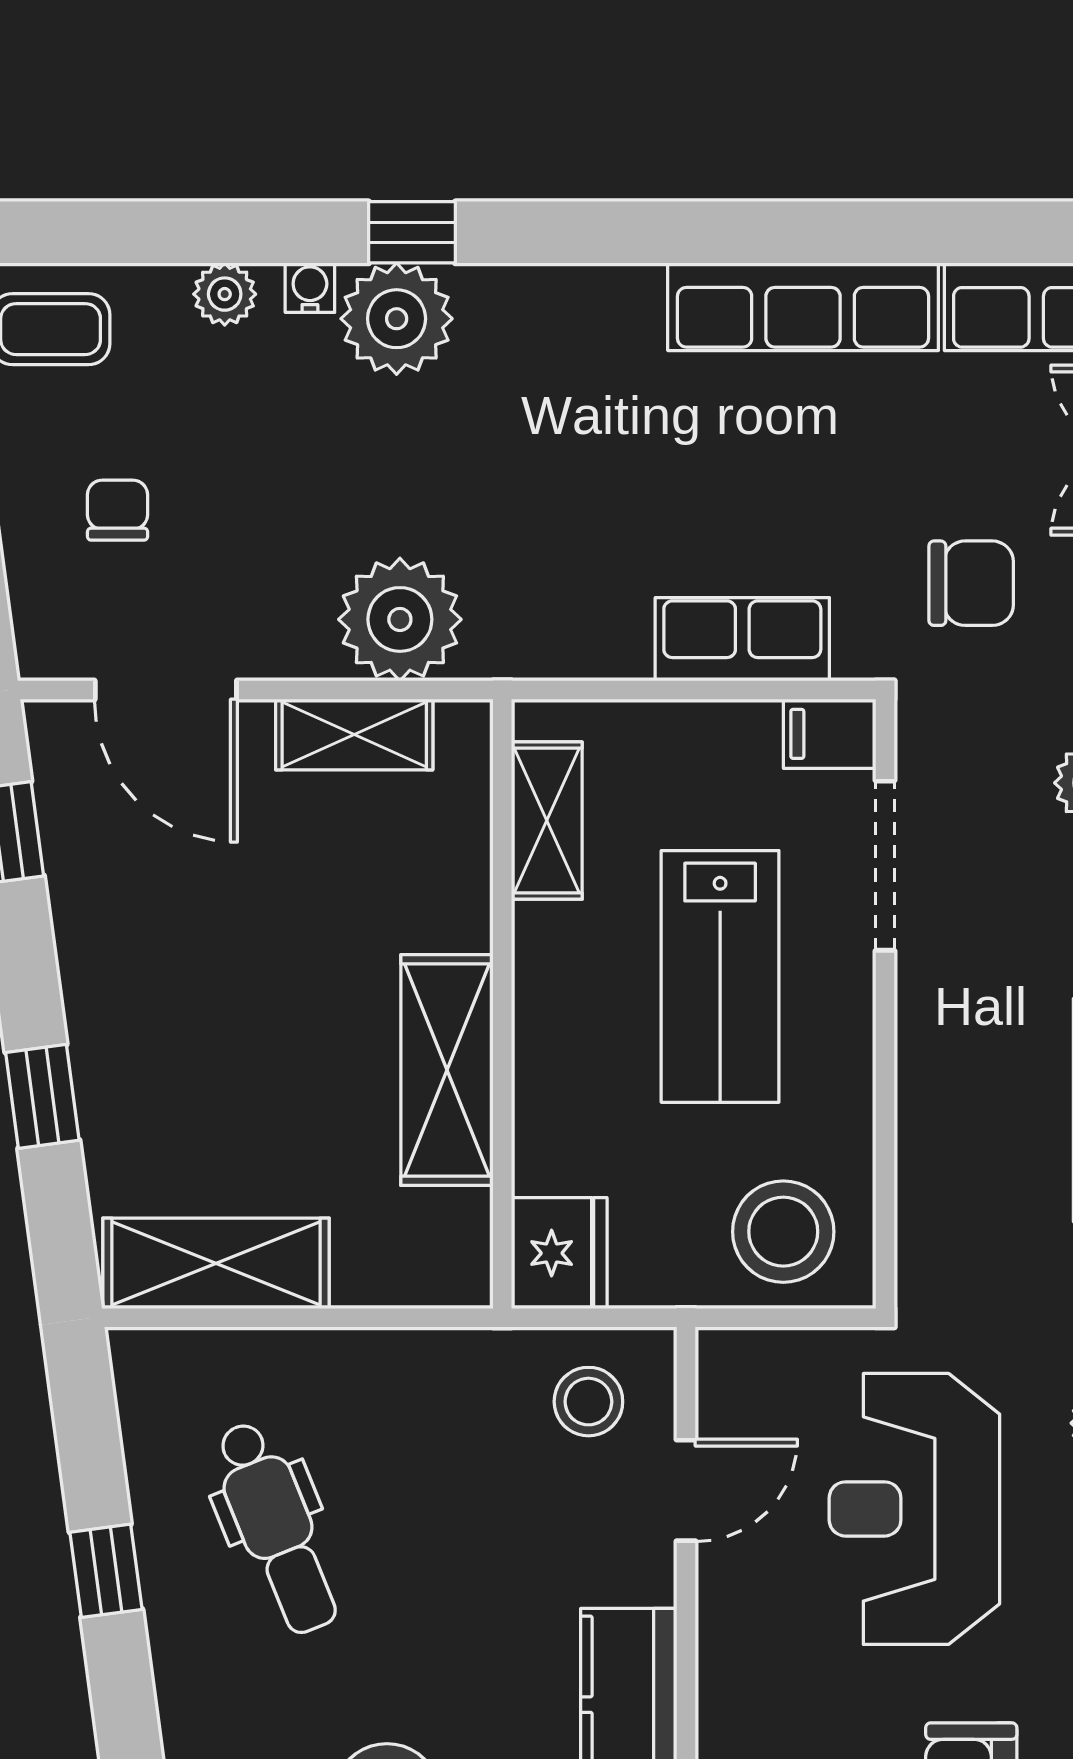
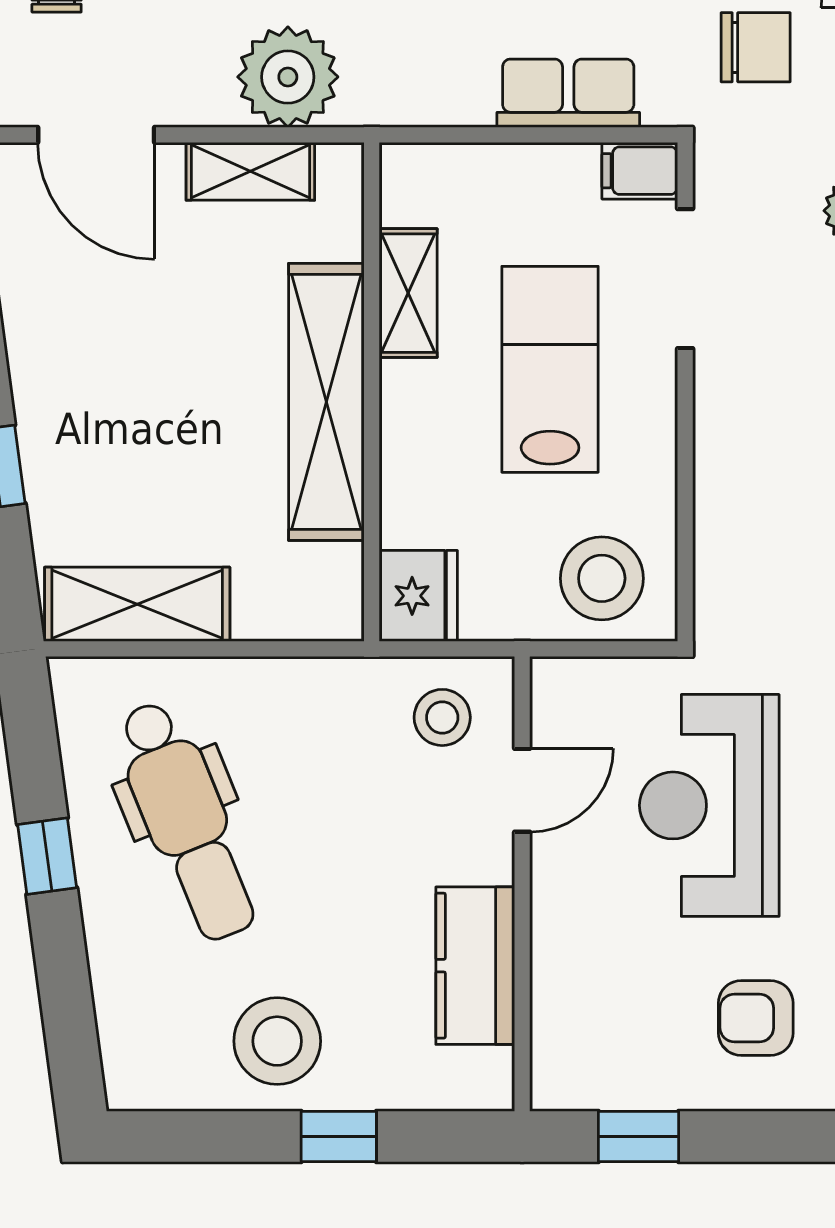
shelving: (547, 821) -> (408, 293), moved
lab bench: (720, 976) -> (550, 369), turned 180
shelving: (447, 1070) -> (326, 402), width x1.47
dental chair: (276, 1528) -> (186, 821), width x1.36, depth x1.38

